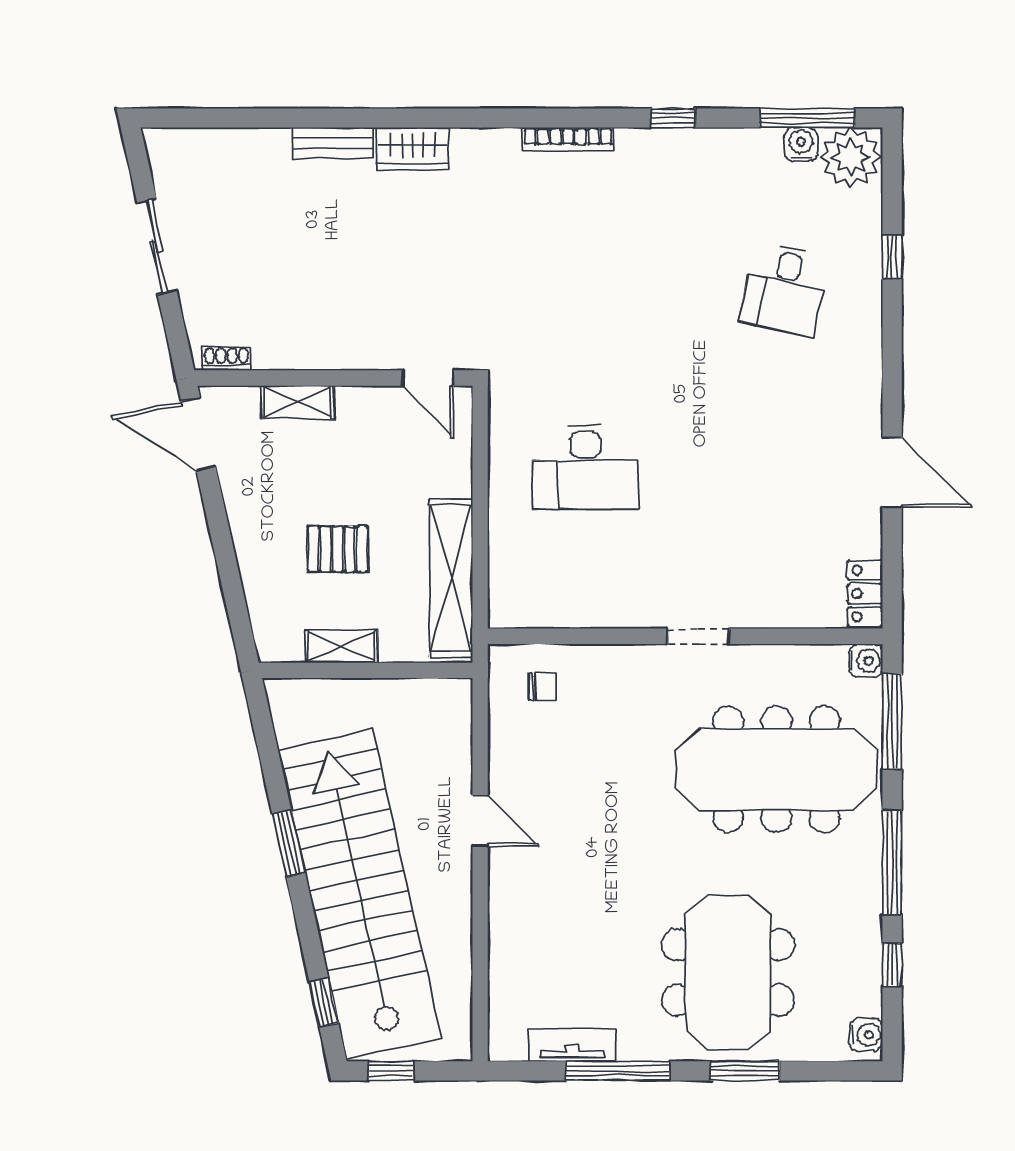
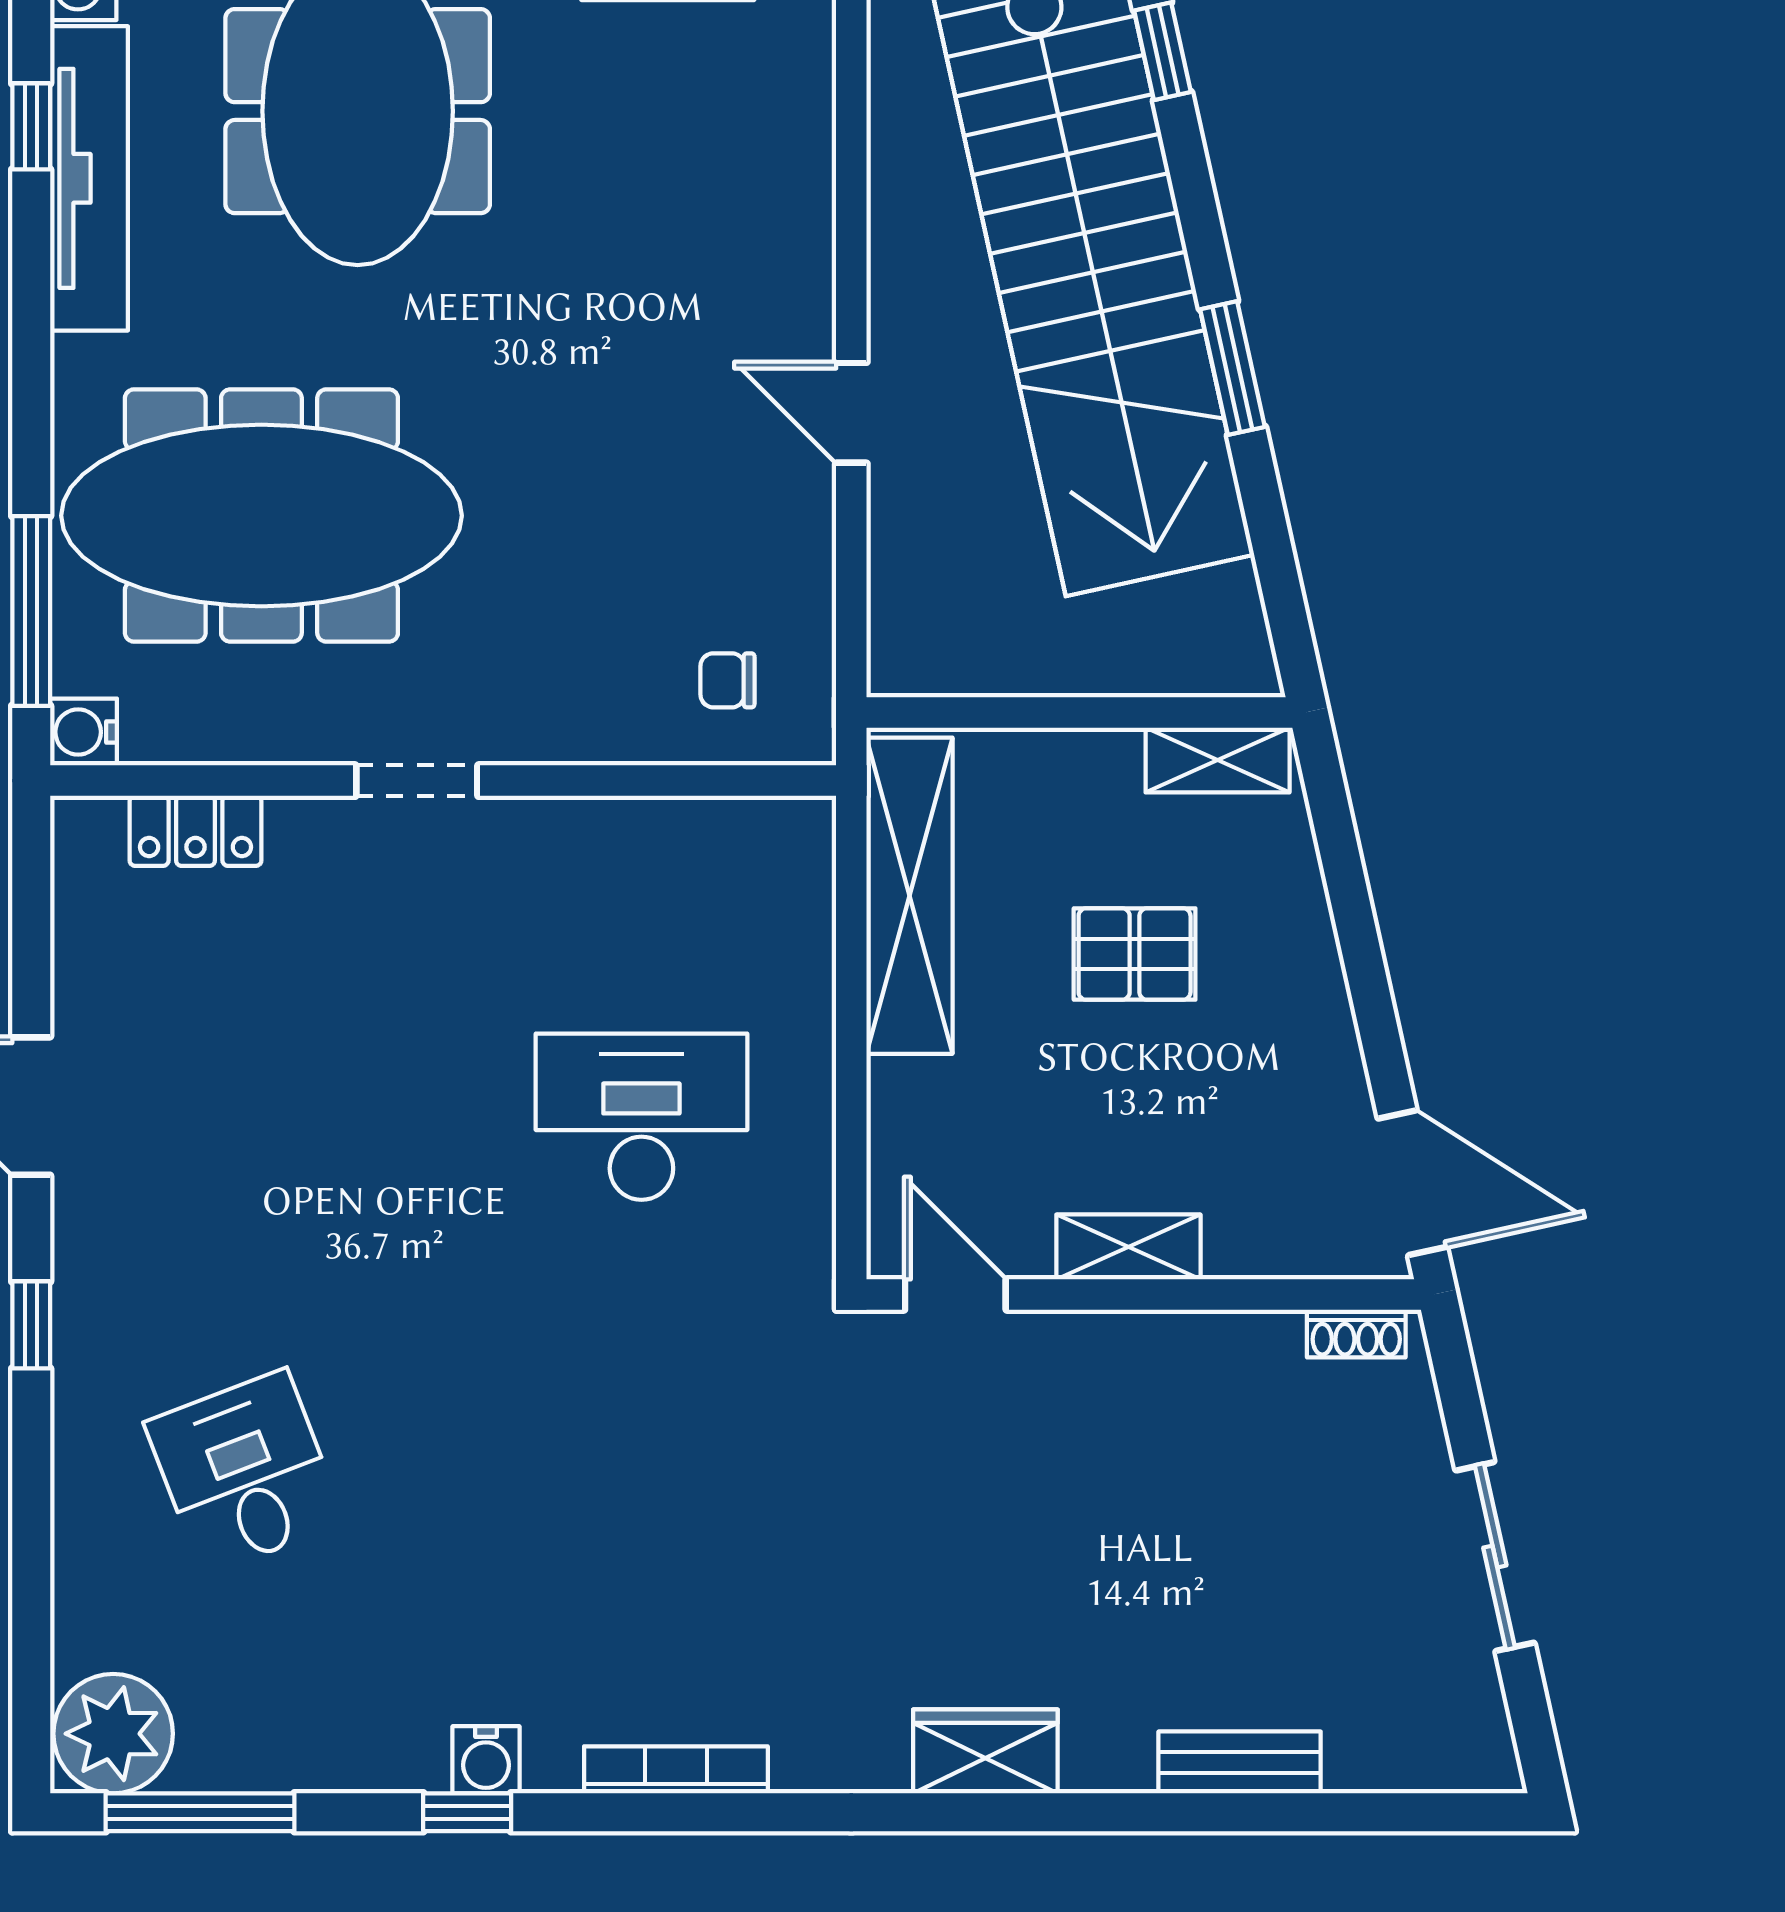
bench: (333, 143) -> (1240, 1762), moved
water cooler: (801, 144) -> (486, 1760), moved
window: (892, 257) -> (31, 1325), moved
desk: (785, 289) -> (245, 1472), turned -33
shelving: (297, 402) -> (1128, 1247), moved
locker: (865, 594) -> (195, 831), moved, turned 90
shelving: (341, 646) -> (1218, 760), moved
window: (892, 862) -> (31, 330), removed
tv unit: (863, 939) -> (89, 178), added

